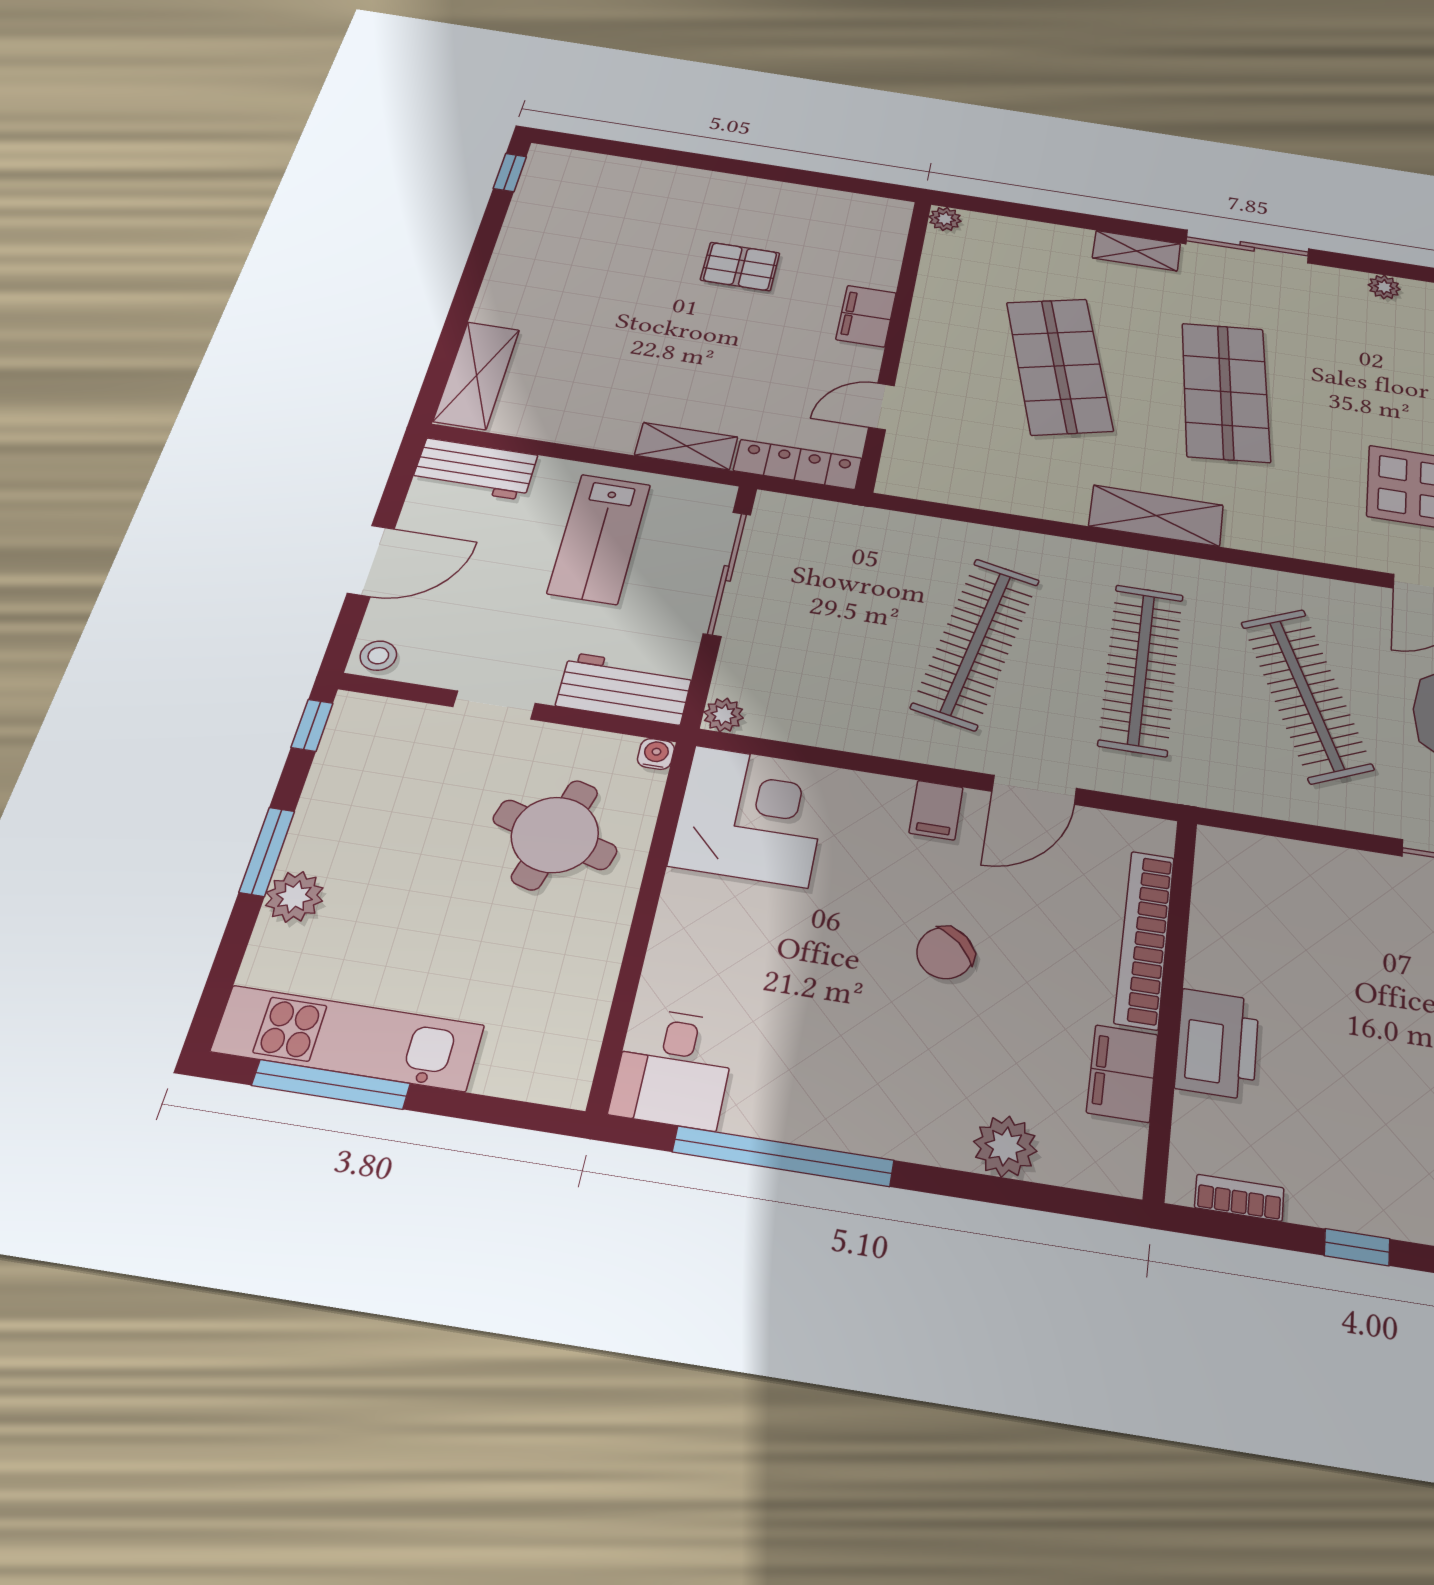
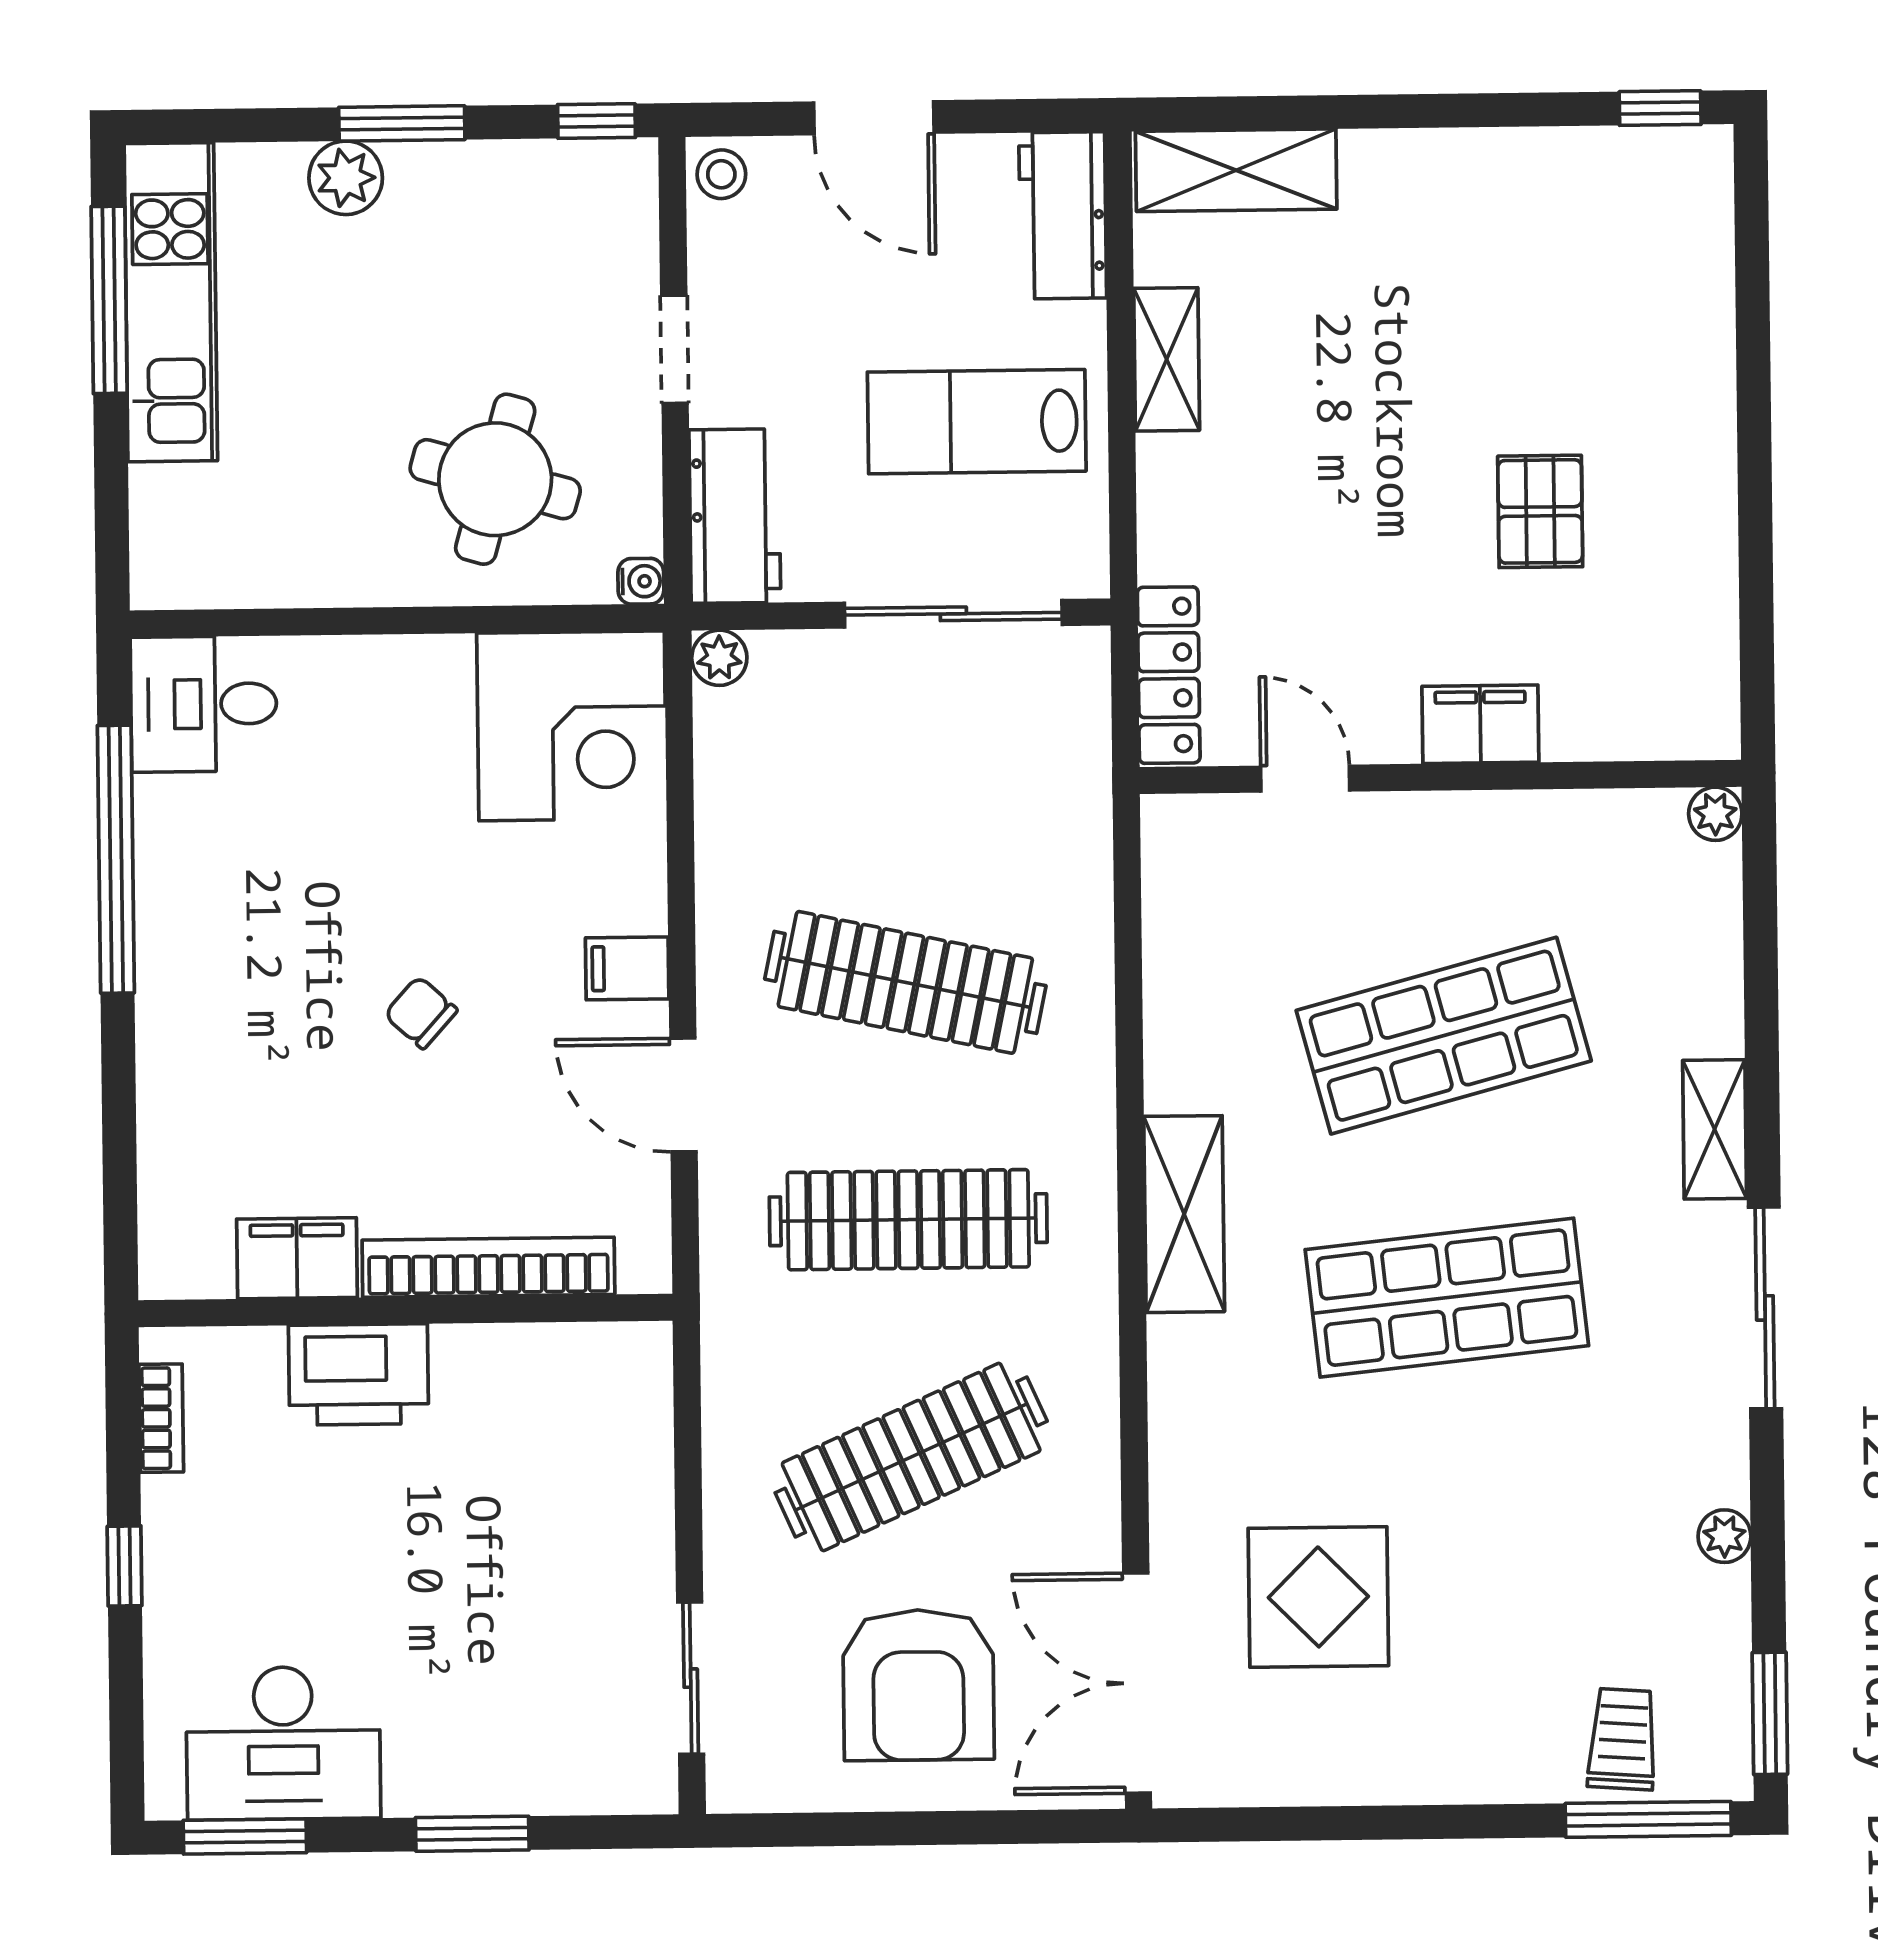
shelving: (686, 446) -> (1167, 359), moved
chair: (945, 953) -> (421, 1013), width x0.73, depth x0.73
plant: (1005, 1146) -> (176, 1125), removed

